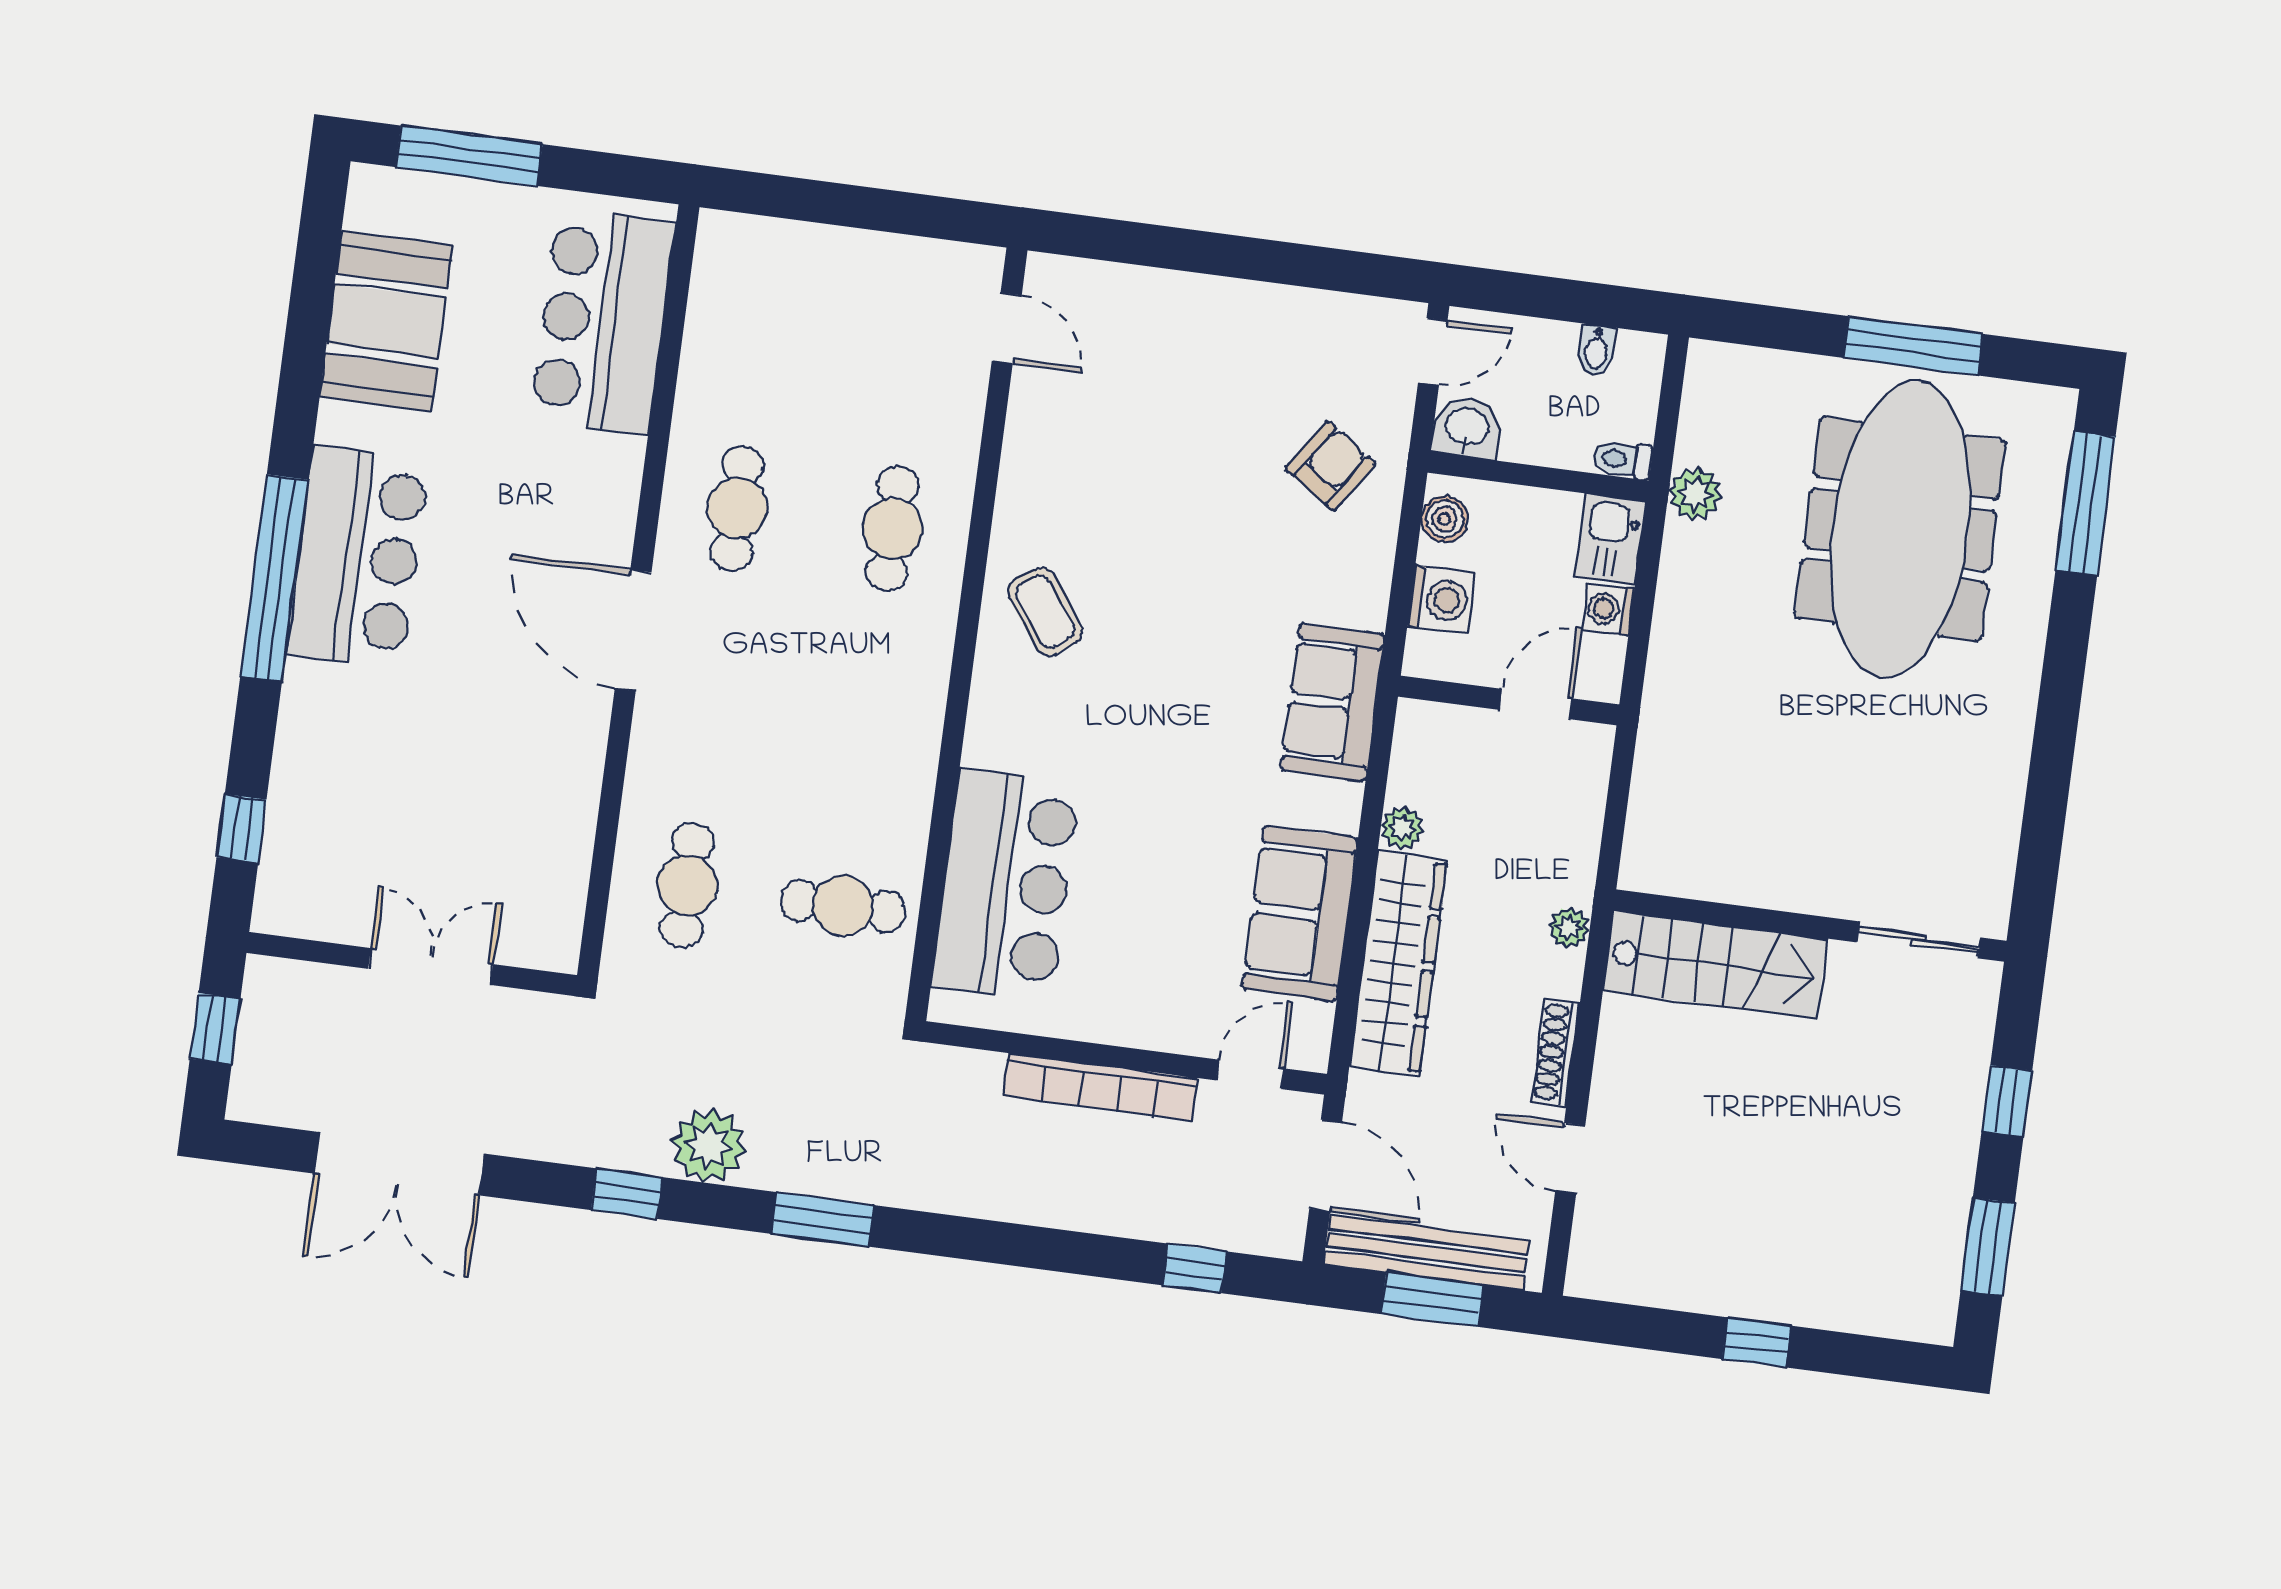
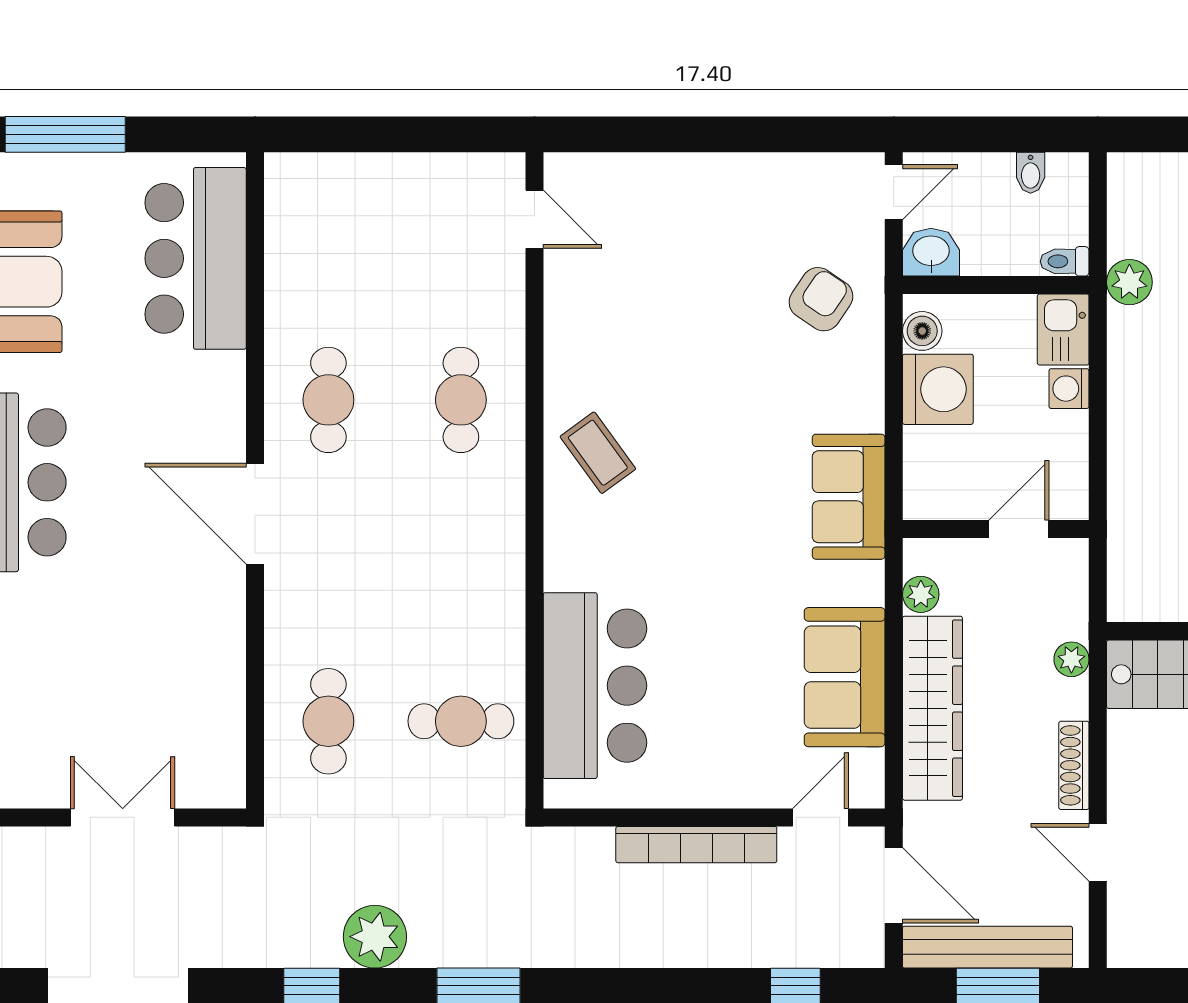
washing machine: (1441, 600) -> (938, 389), width x1.37, depth x1.37
wall: (1509, 700) -> (996, 529), moved
door: (1536, 704) -> (1019, 529), moved

